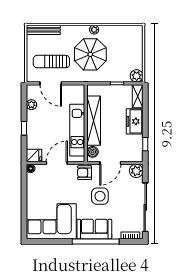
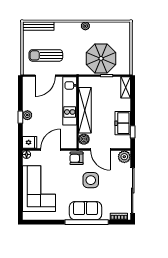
parasol: (90, 54) -> (101, 58), moved
plant: (137, 76) -> (125, 69), removed
door: (51, 83) -> (45, 76), hinge flipped
plant: (31, 105) -> (27, 115), moved
freezer: (135, 121) -> (123, 123), moved
kitchen unit: (77, 130) -> (70, 101), moved
door: (110, 163) -> (100, 149), hinge flipped
corner sofa: (51, 221) -> (39, 189), moved, turned 90

